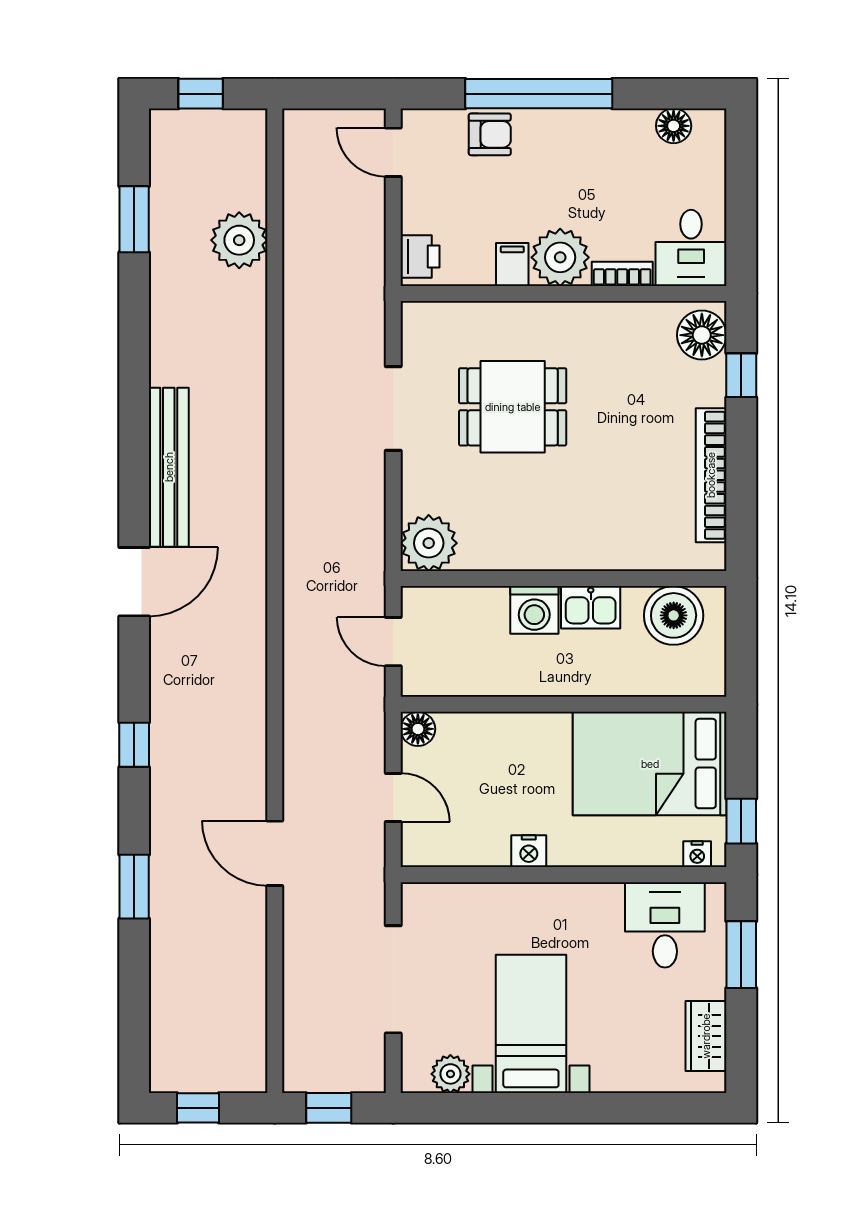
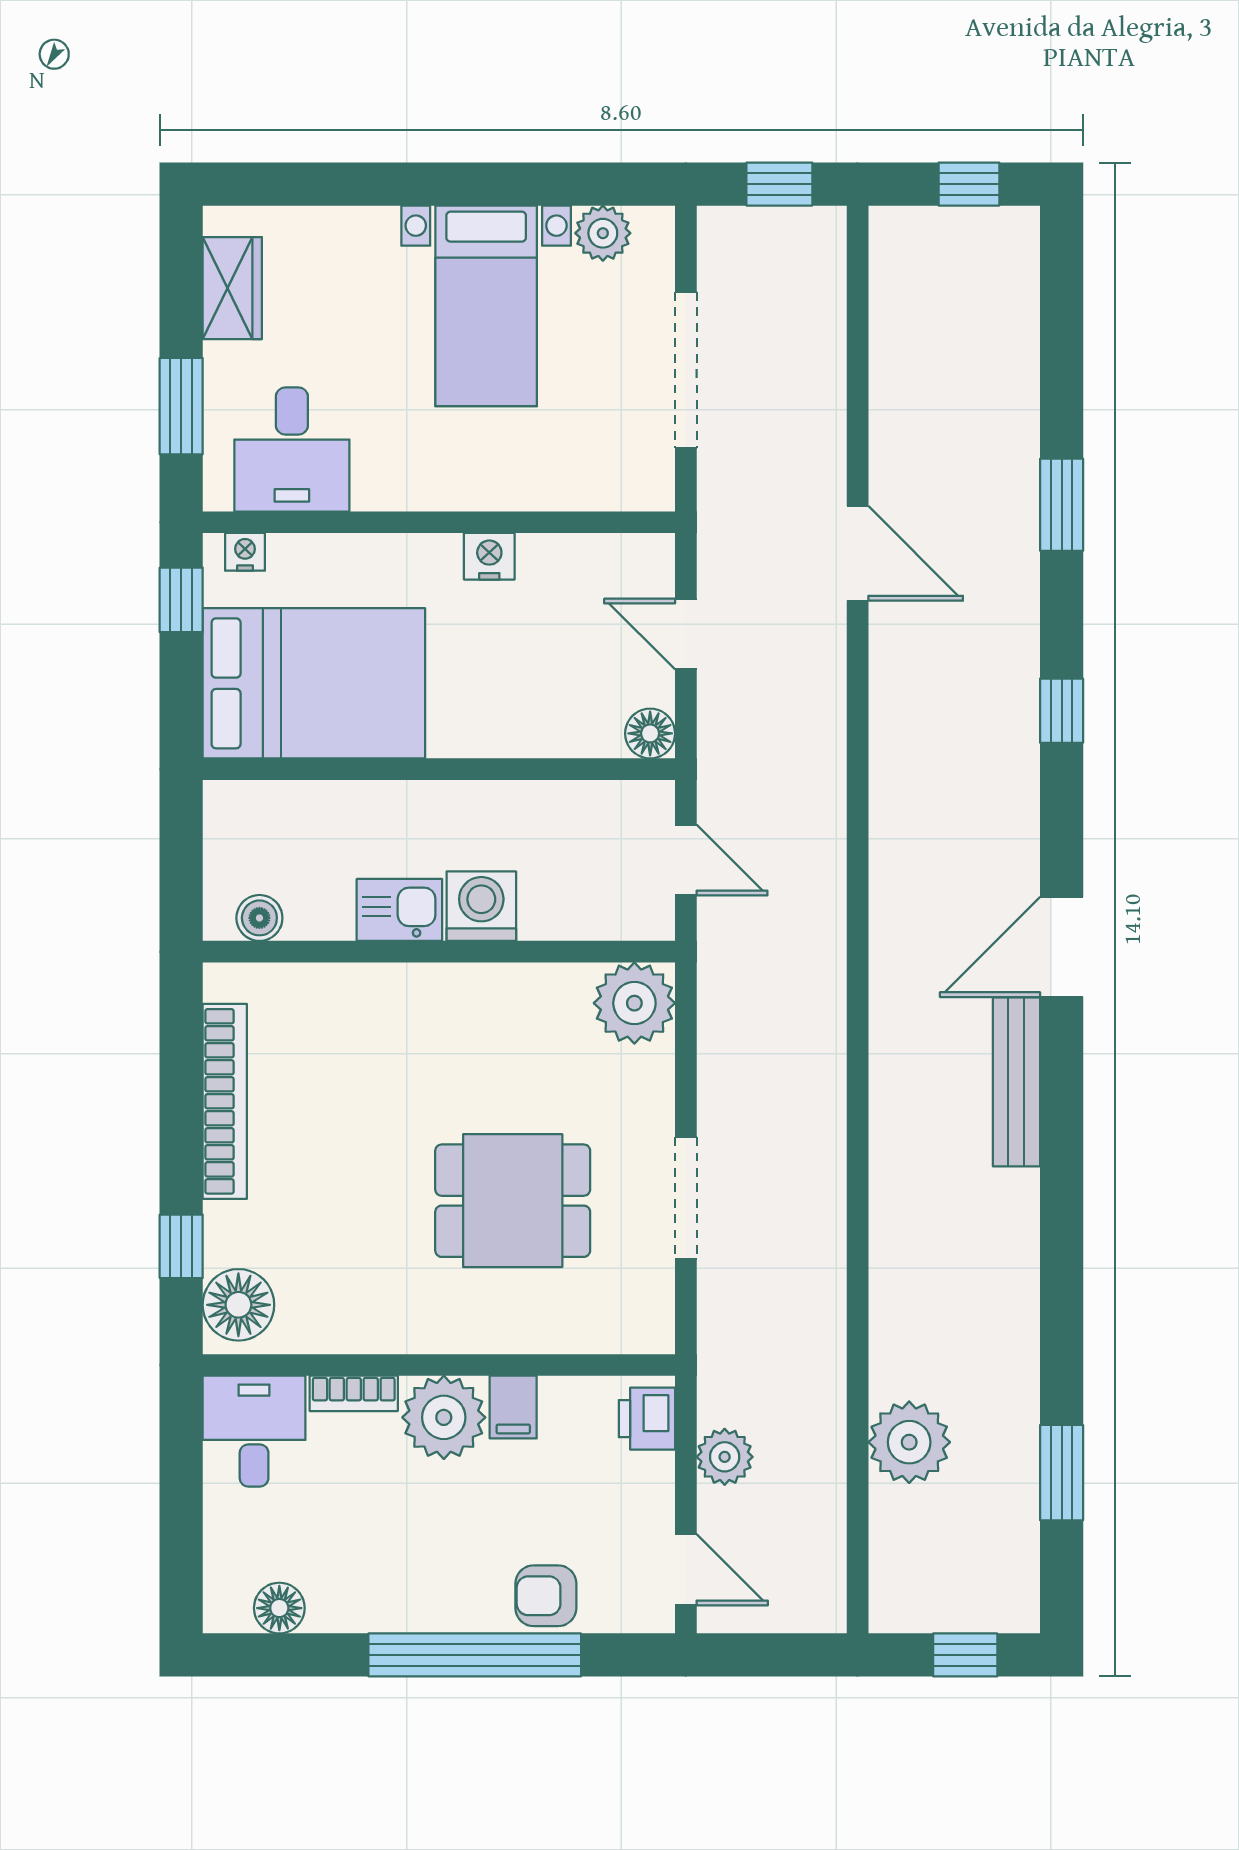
plant: (366, 230) -> (725, 1457), added
bench: (169, 467) -> (1016, 1082), width x0.73, depth x0.82
boiler: (674, 615) -> (259, 918), width x0.54, depth x0.54

